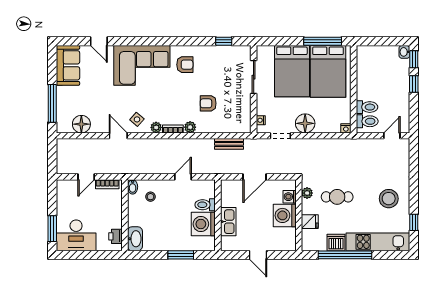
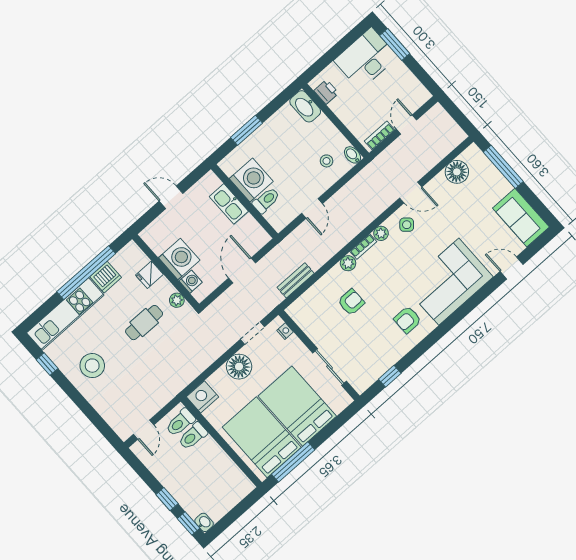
nightstand: (346, 128) -> (202, 397), width x1.89, depth x1.79

